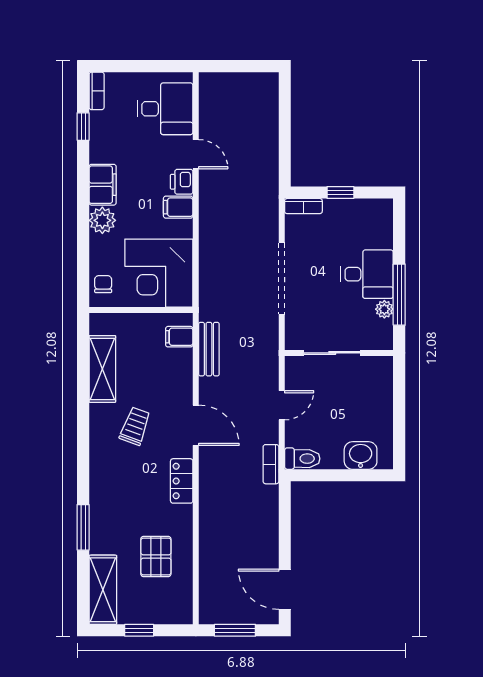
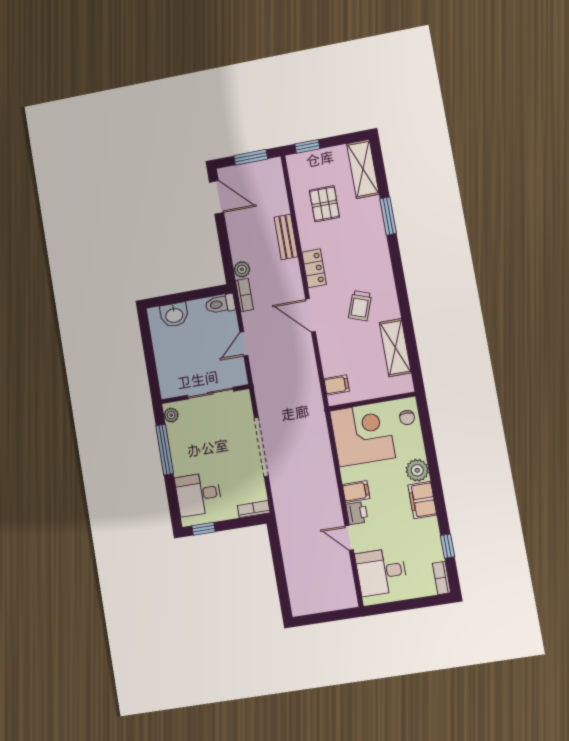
window: (340, 193) -> (203, 529), moved
desk: (367, 274) -> (198, 494), moved
plant: (384, 309) -> (171, 415), moved
bench: (209, 349) -> (286, 237), moved
plant: (269, 496) -> (242, 269), added
window: (139, 630) -> (307, 146), moved

